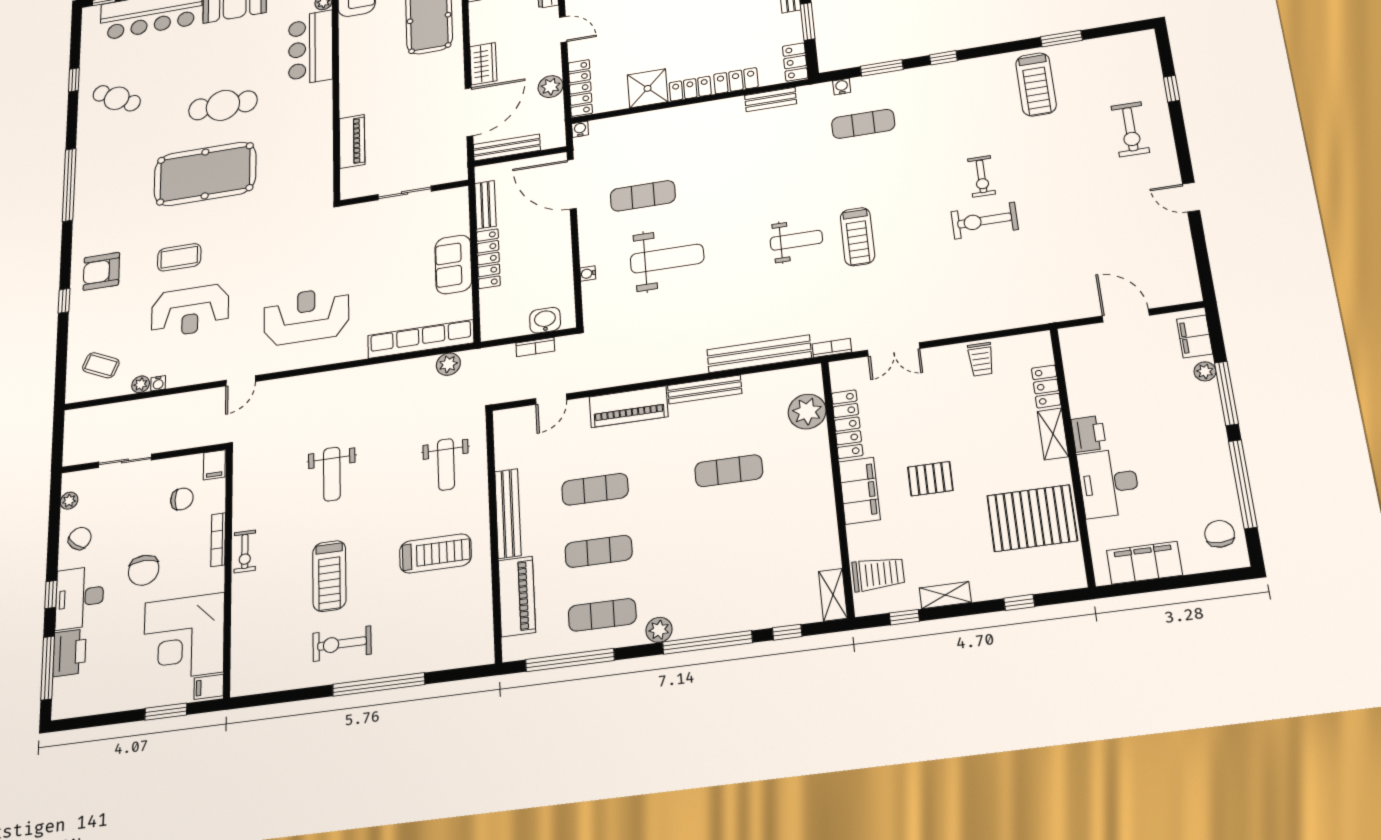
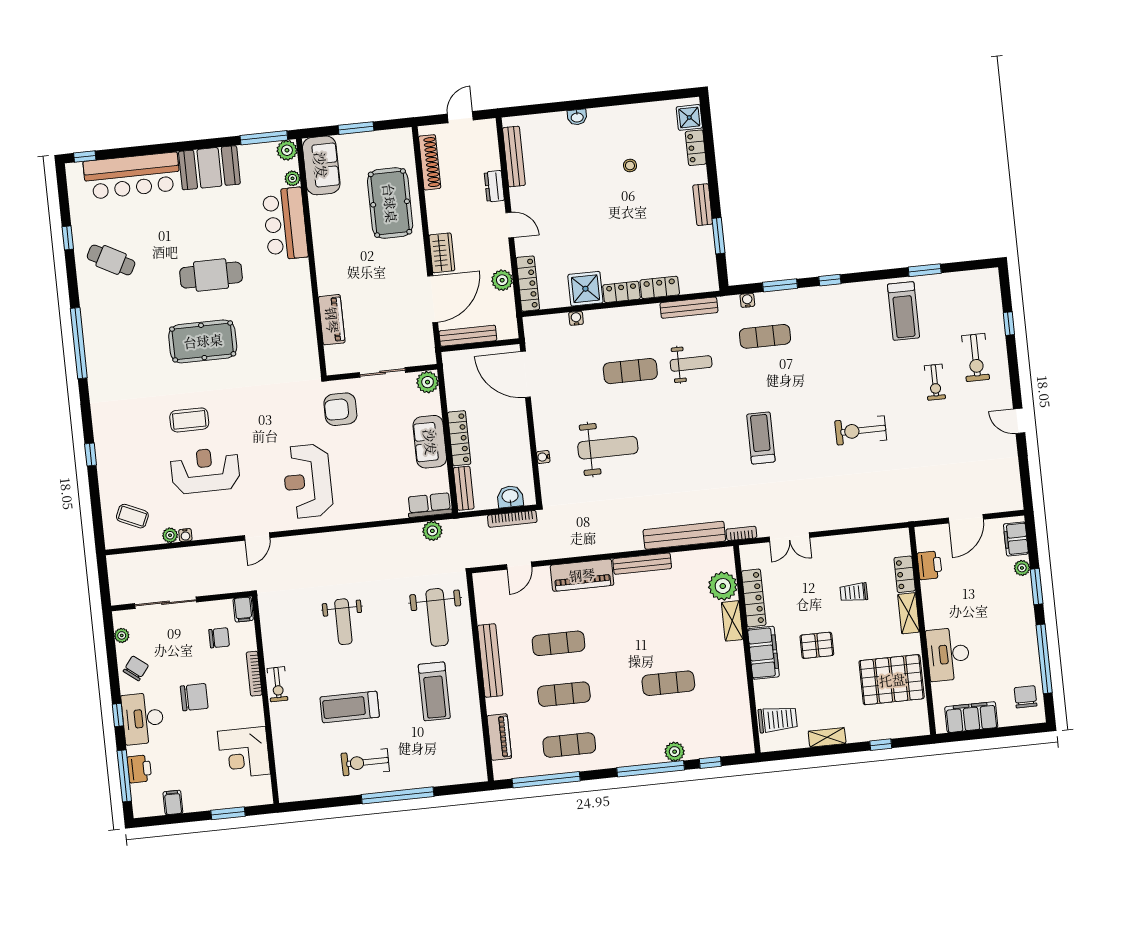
locker: (795, 62) -> (709, 274), removed
bench: (771, 100) -> (689, 308), width x1.36
water cooler: (580, 129) -> (576, 318), moved
pool table: (205, 174) -> (203, 341), width x0.73, depth x0.76
exercise bike: (982, 176) -> (935, 382), moved
exercise mat: (643, 196) -> (630, 371), moved
plant: (456, 200) -> (428, 382), added
bench: (485, 205) -> (464, 488), moved
treadmill: (857, 237) -> (761, 438), turned 180
weight bench: (796, 240) -> (691, 363), moved
armchair: (101, 271) -> (340, 409), moved
reception desk: (190, 311) -> (205, 470), turned 180
reception desk: (306, 316) -> (308, 481), turned -90
door: (1126, 316) -> (966, 519), swing flipped
row of seats: (421, 339) -> (430, 505), width x0.50
bookcase: (535, 347) -> (512, 519), width x1.56
trolley: (981, 359) -> (854, 592), moved, turned 90
window: (1226, 393) -> (1037, 586), width x0.69
printer: (1088, 434) -> (930, 565), moved
sliding door: (125, 461) -> (166, 603), width x1.37
weight bench: (446, 464) -> (437, 617), width x1.36, depth x1.33
exercise mat: (729, 471) -> (668, 683), moved
treadmill: (435, 553) -> (434, 691), turned 90
chair: (144, 570) -> (194, 697), turned -90
treadmill: (329, 576) -> (350, 707), turned 90
shelving: (833, 595) -> (732, 621), moved
piano: (517, 596) -> (499, 737), width x0.73, depth x0.75
window: (904, 617) -> (797, 753), removed
plant: (659, 630) -> (675, 752), moved
corner desk: (184, 637) -> (244, 753), width x0.74, depth x0.74
printer: (69, 653) -> (139, 769), width x0.73, depth x0.84
filing cabinet: (209, 687) -> (173, 802), moved, turned 90

